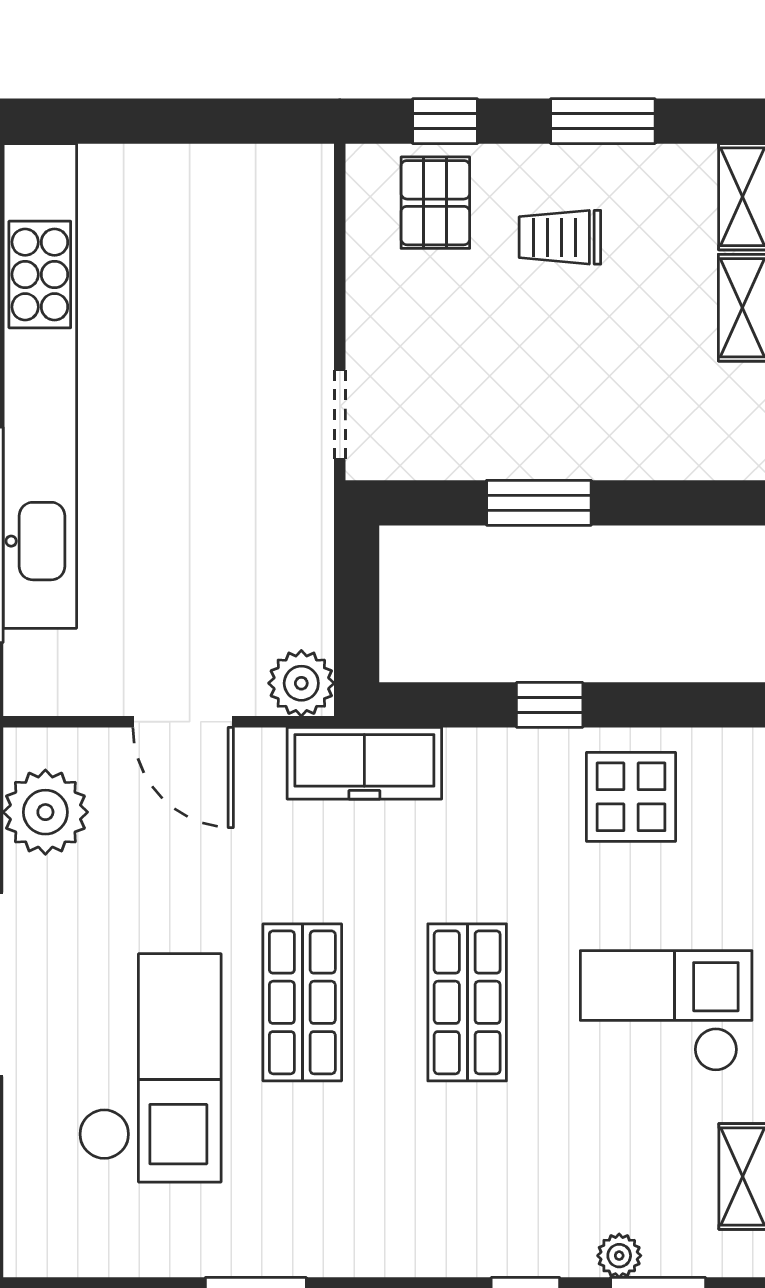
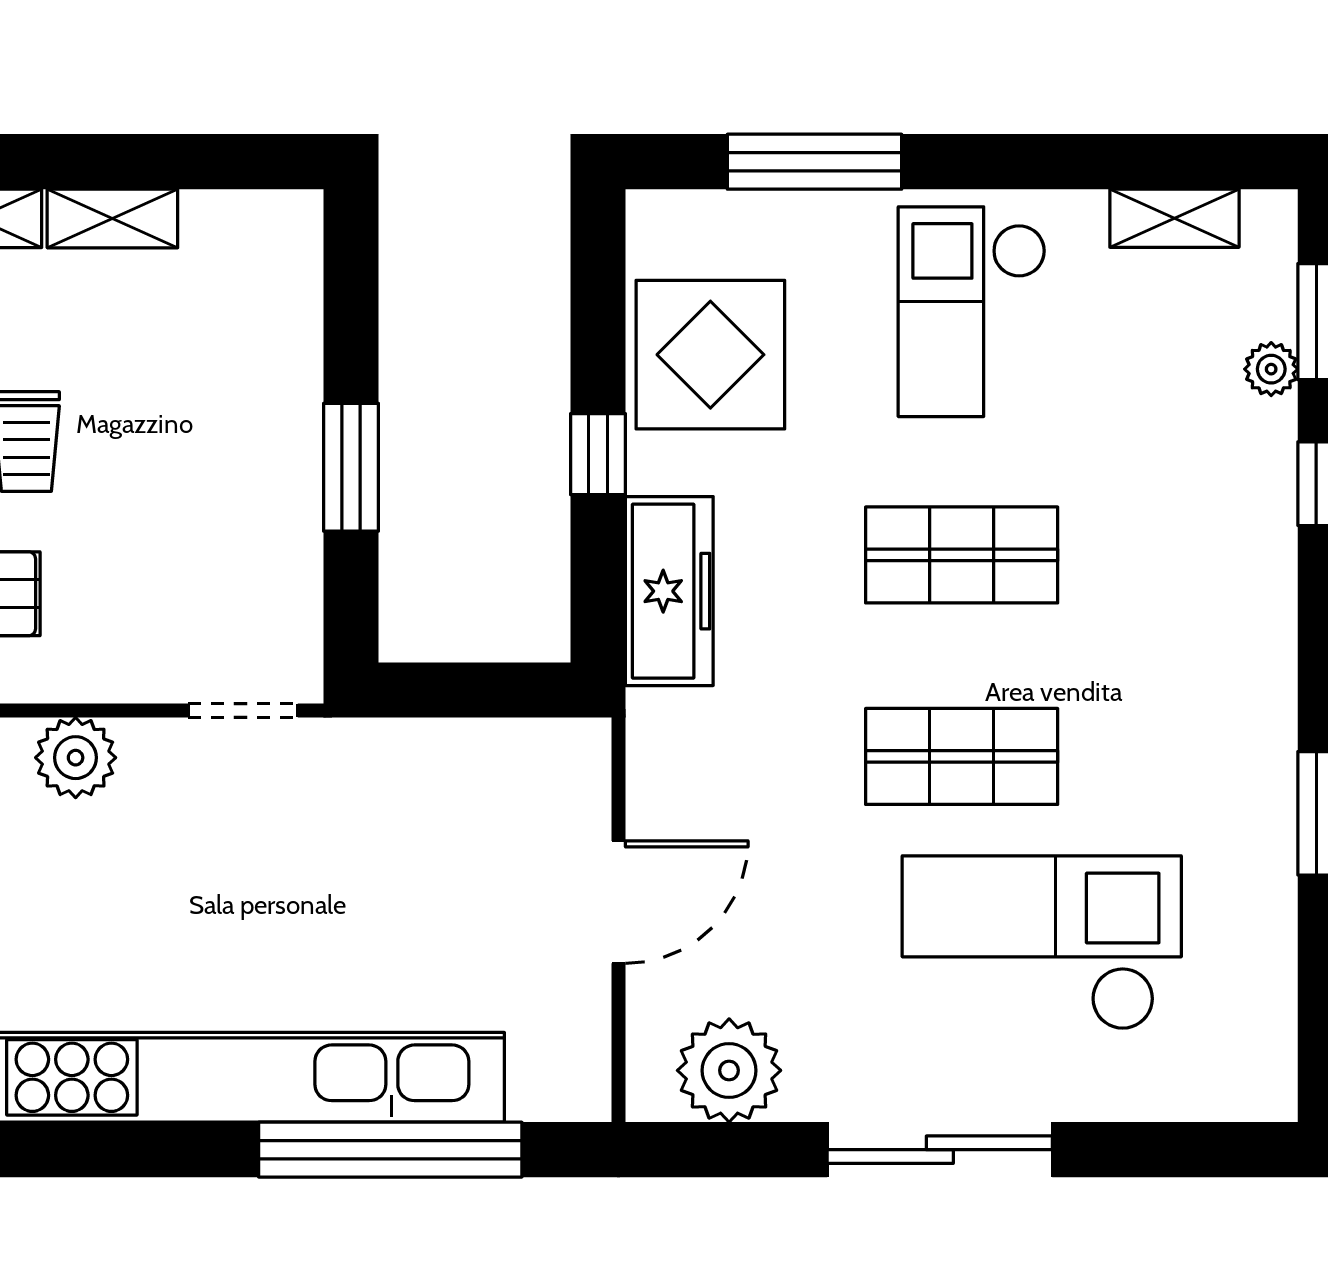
plant: (301, 683) -> (76, 758), moved
freezer: (364, 763) -> (669, 591), moved
display table: (631, 797) -> (710, 355), width x1.36, depth x1.36

